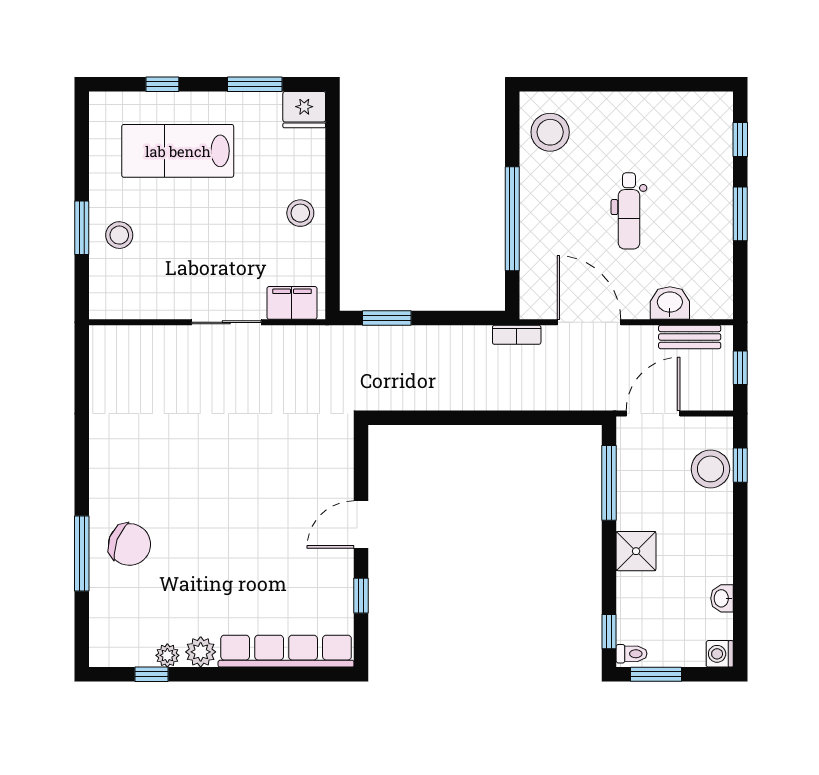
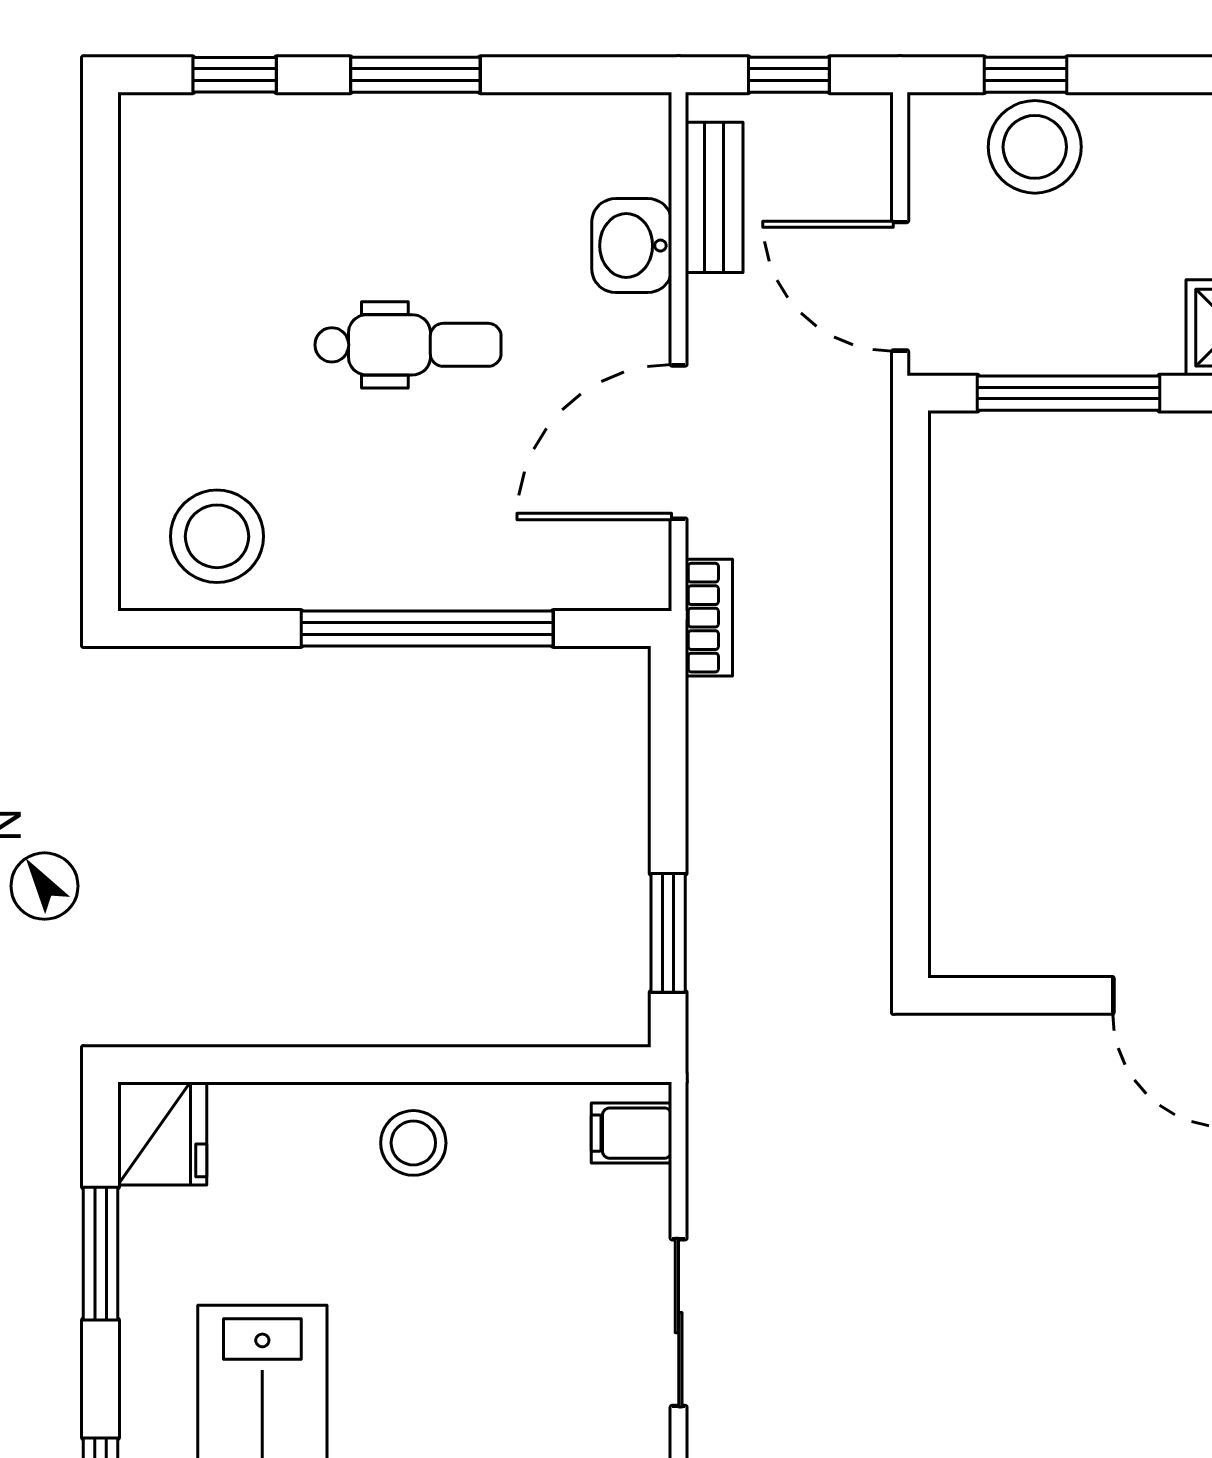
filing cabinet: (292, 303) -> (631, 1133), width x0.50

